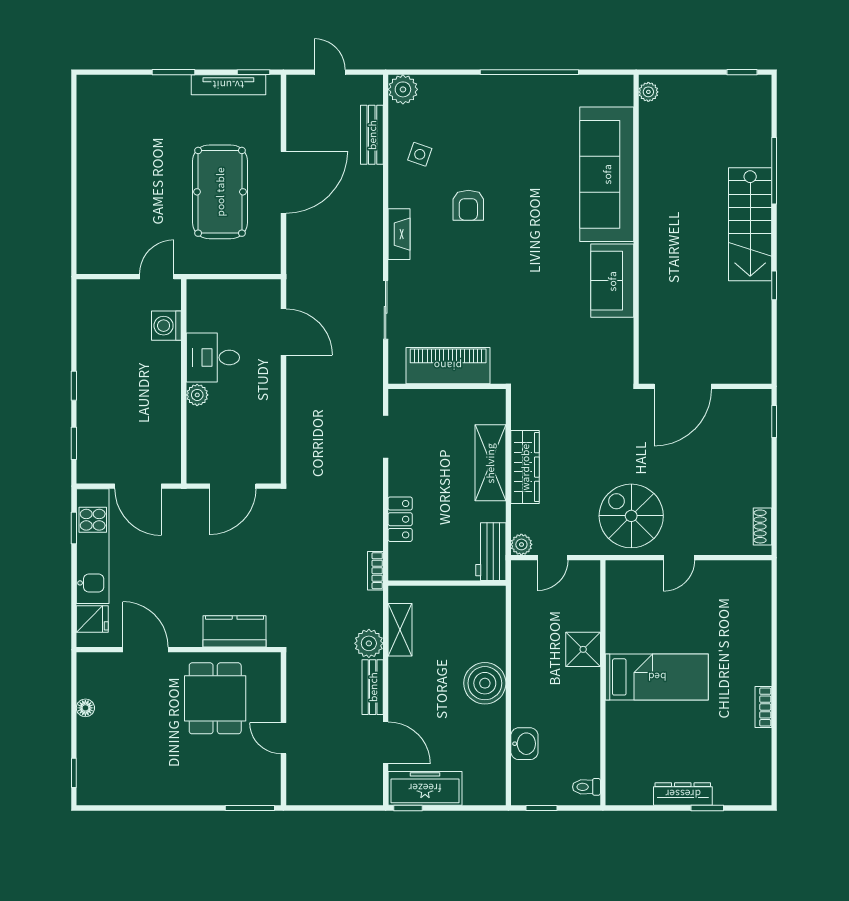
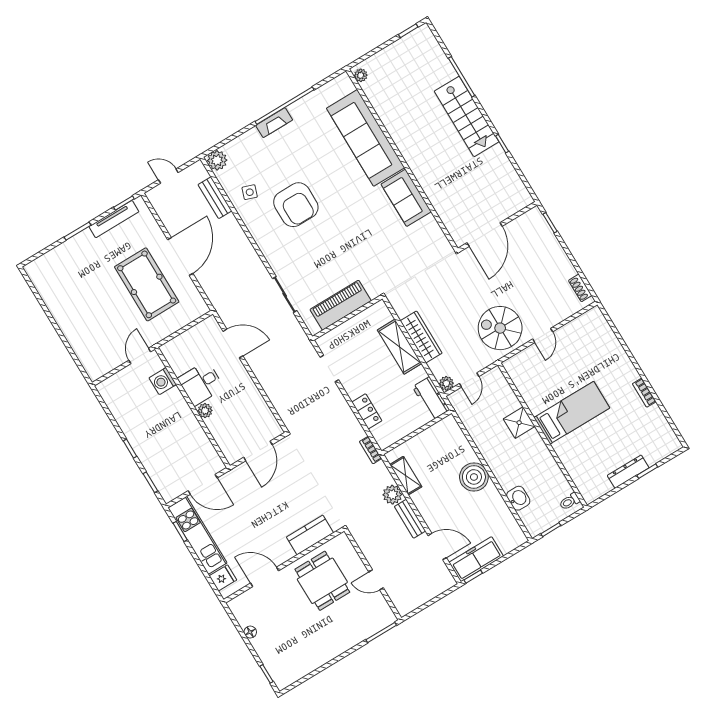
armchair: (468, 205) -> (296, 205), width x1.88, depth x1.88
fireplace: (399, 234) -> (274, 123), moved, turned 90

